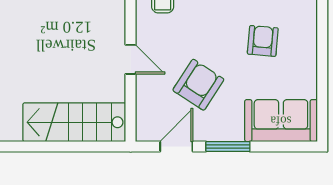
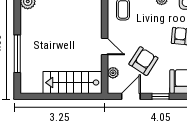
plant: (145, 105) -> (113, 73), added
window: (228, 146) -> (160, 96), width x0.67

